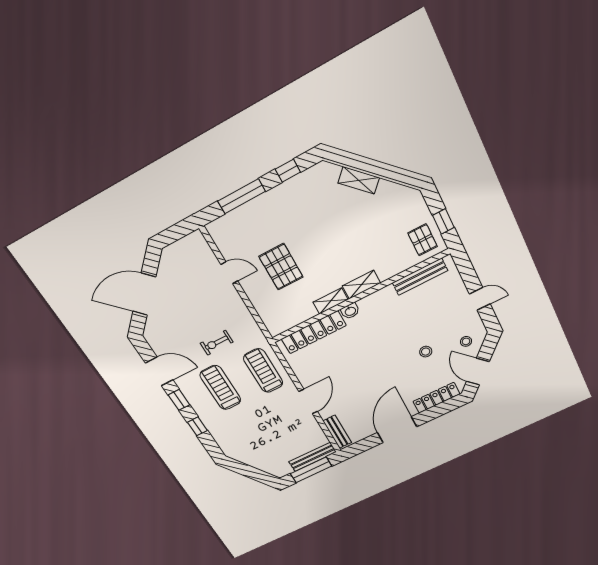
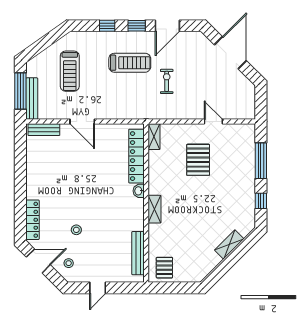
window: (443, 221) -> (170, 288), removed
pallet: (423, 240) -> (164, 268), turned 90
pallet: (281, 267) -> (198, 160), turned 90
door: (229, 273) -> (213, 122), swing flipped
shelving: (331, 301) -> (154, 137), moved
treadmill: (263, 371) -> (70, 71), moved, turned 90
door: (397, 430) -> (20, 176), removed

